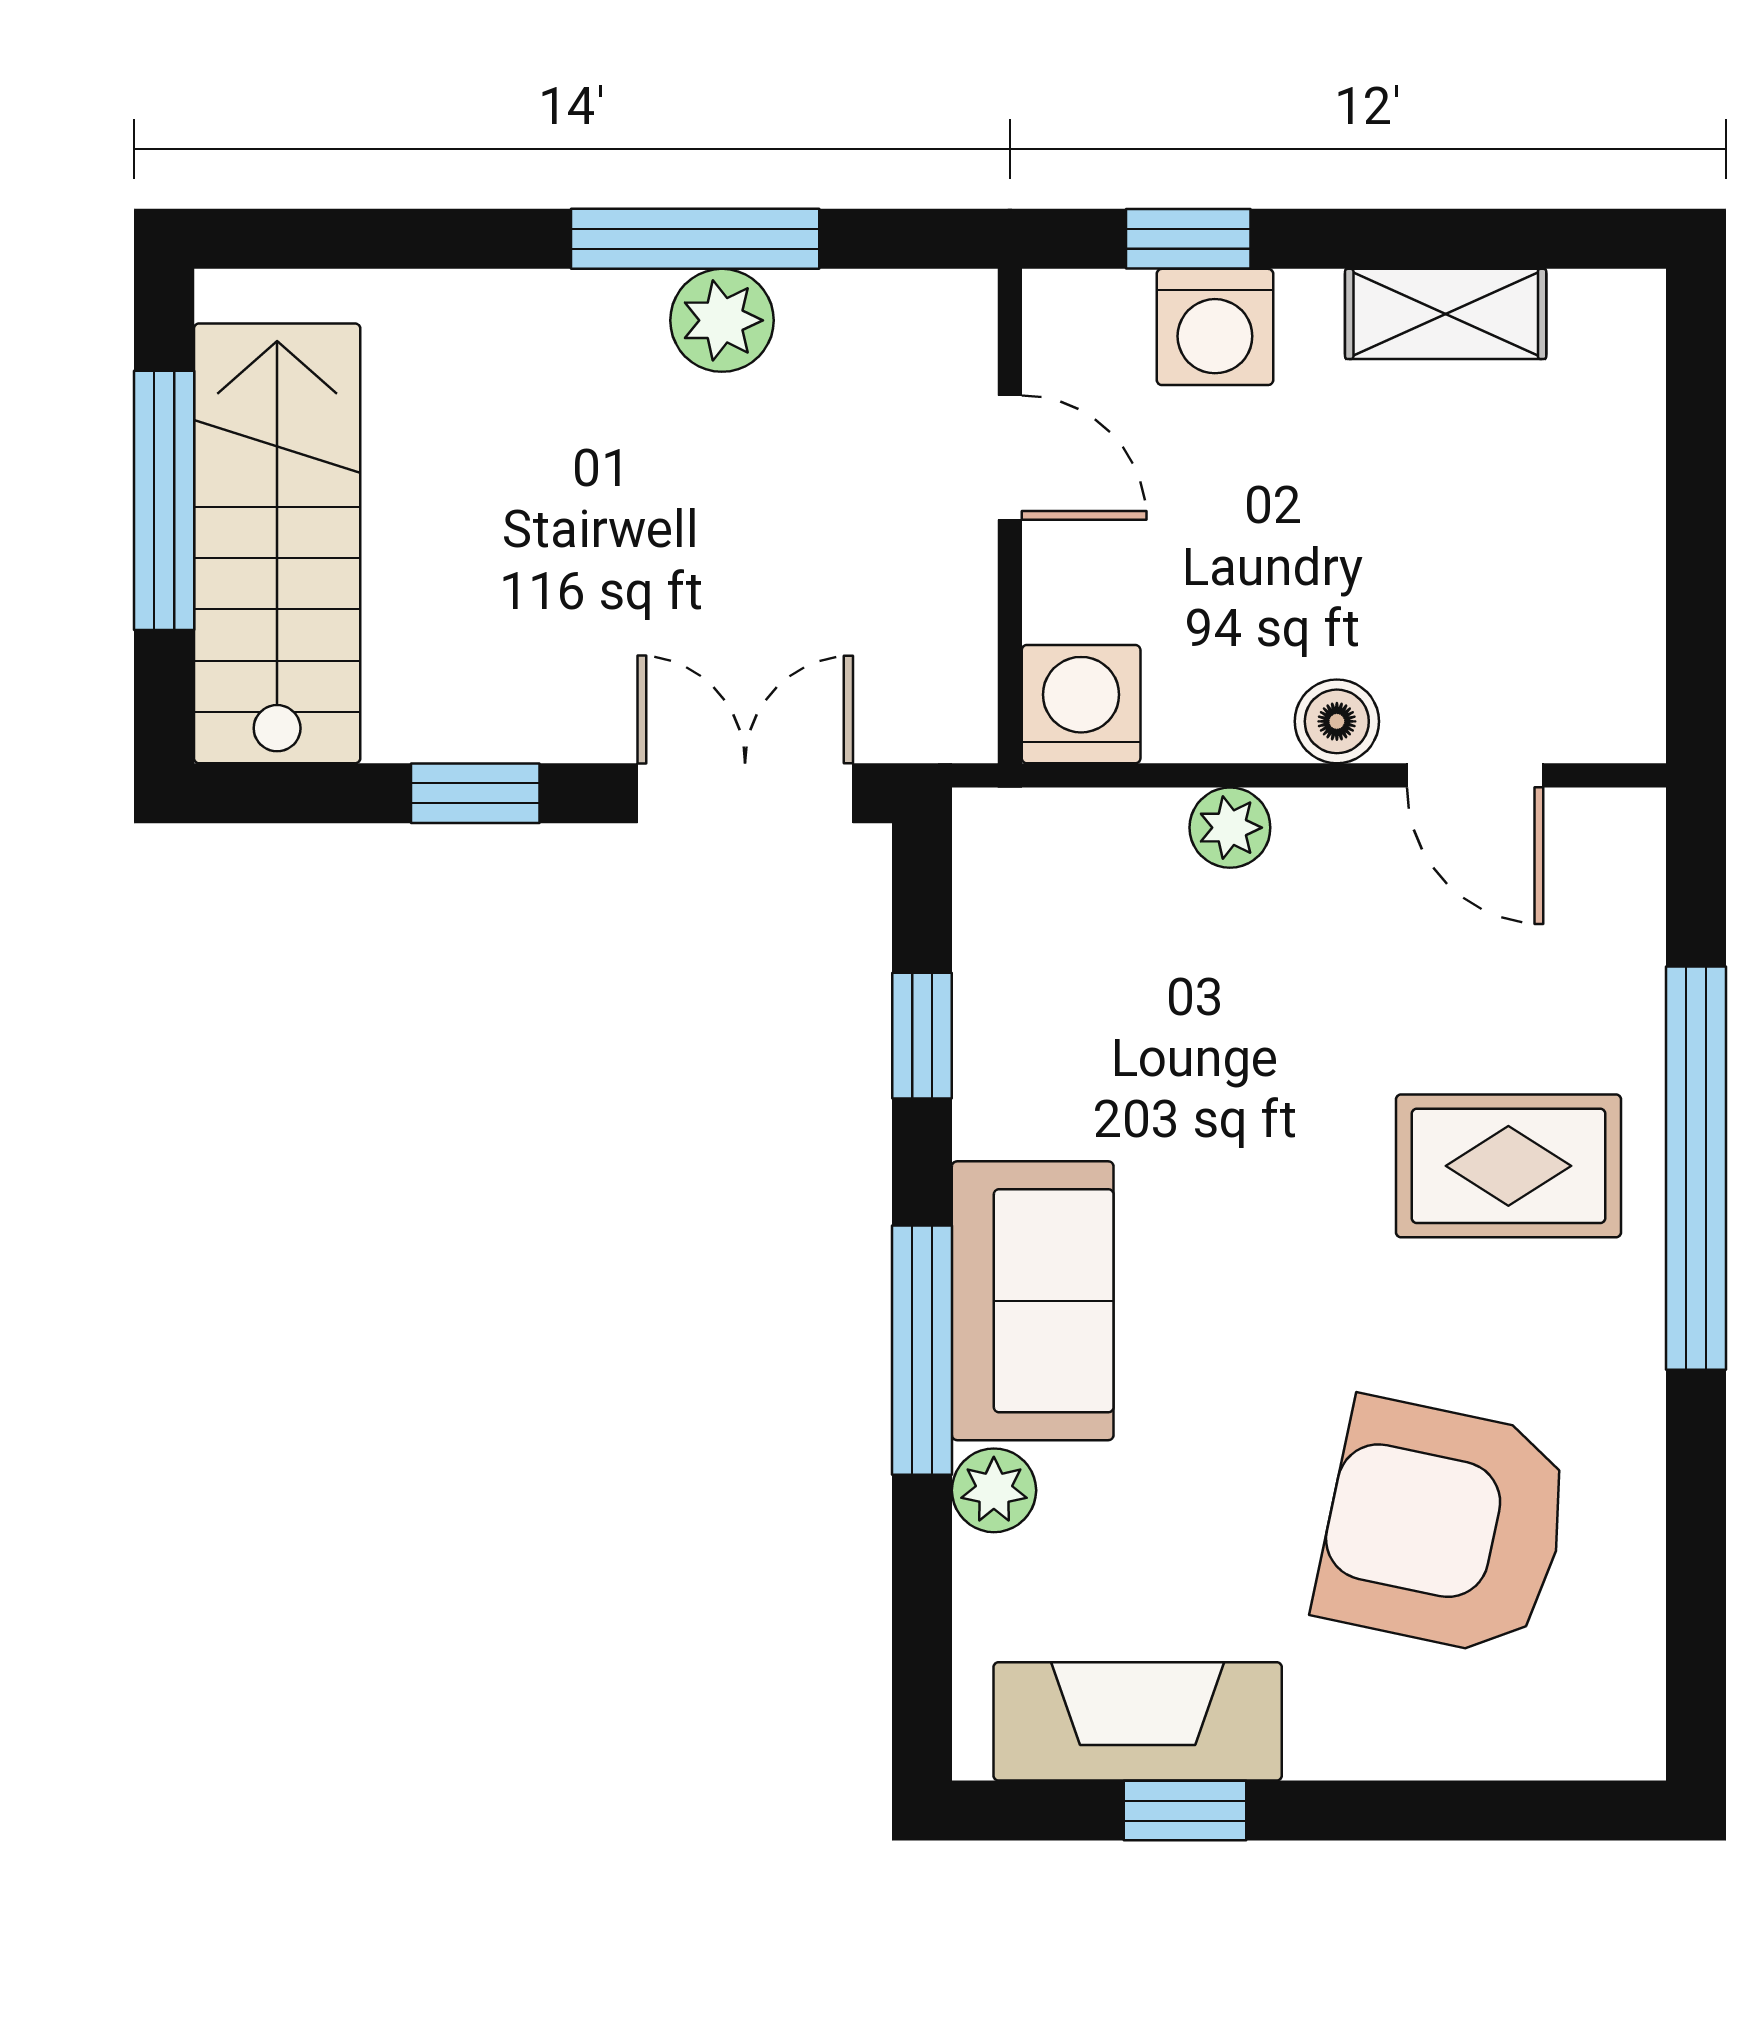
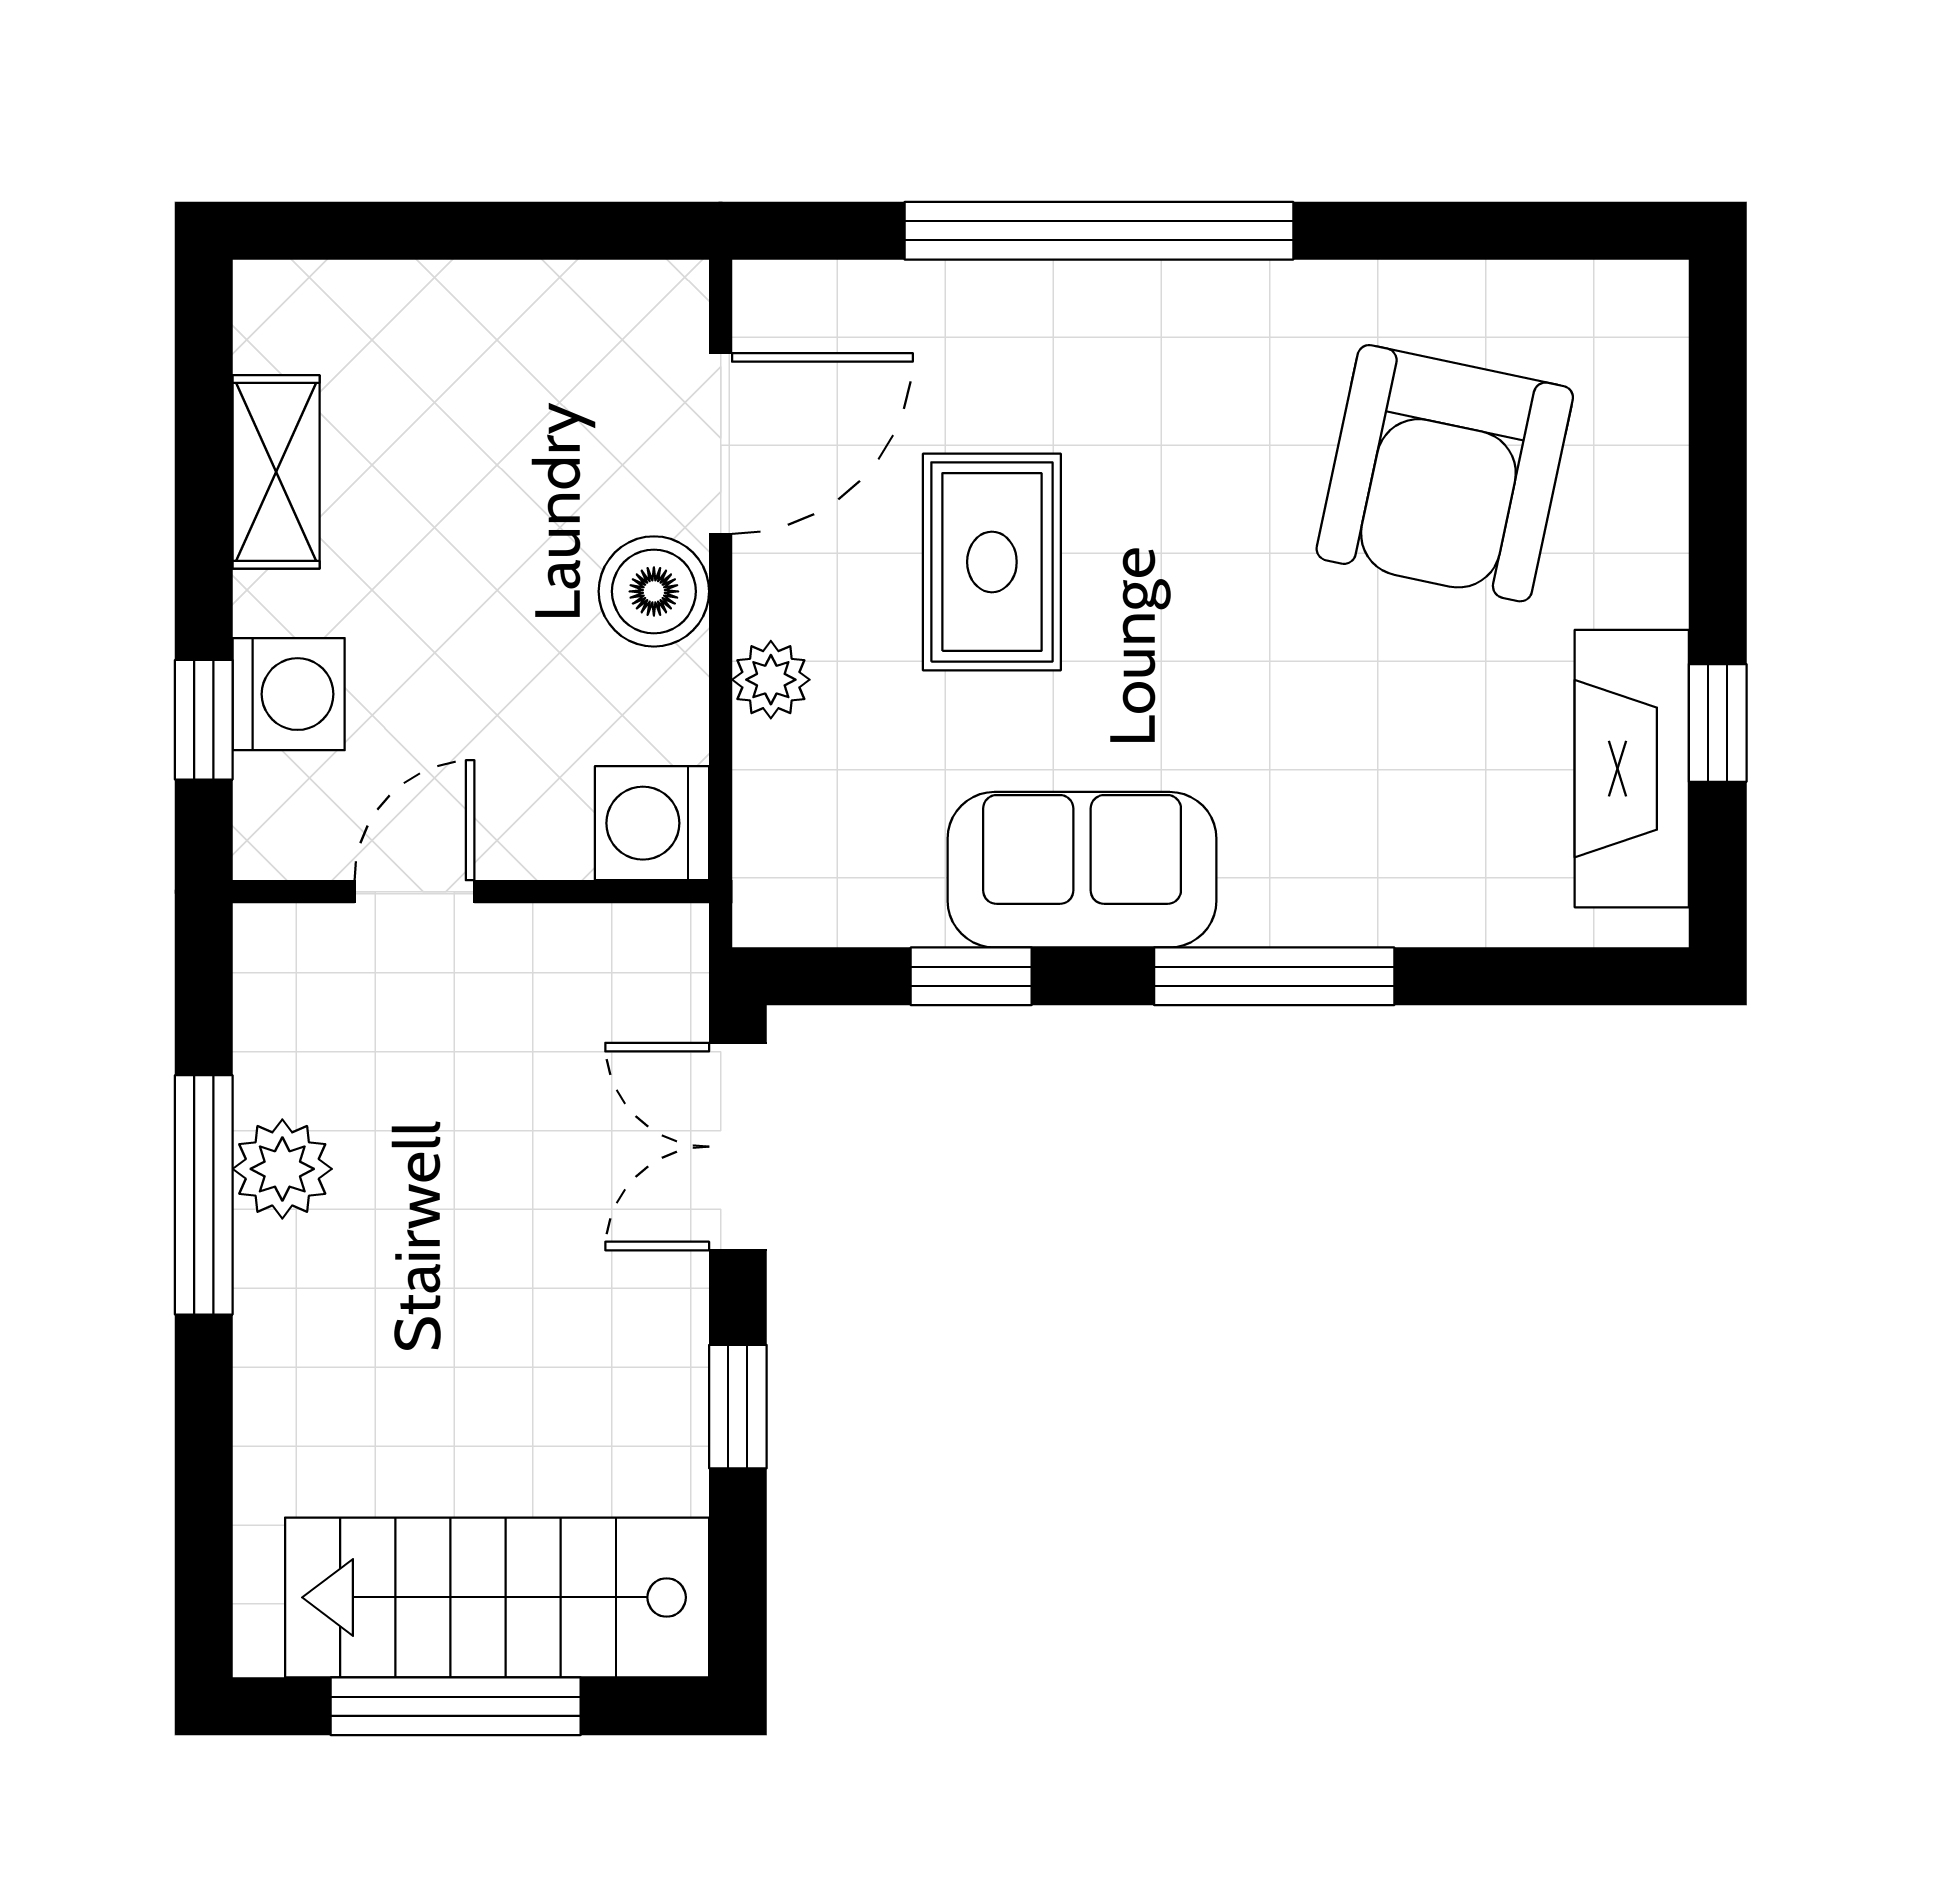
boiler: (1337, 721) -> (654, 591), width x1.36, depth x1.36
door: (1475, 775) -> (721, 443), width x1.38
rug: (1508, 1166) -> (992, 562), moved
sofa: (1033, 1301) -> (1082, 870), moved
plant: (994, 1490) -> (1409, 907), removed

